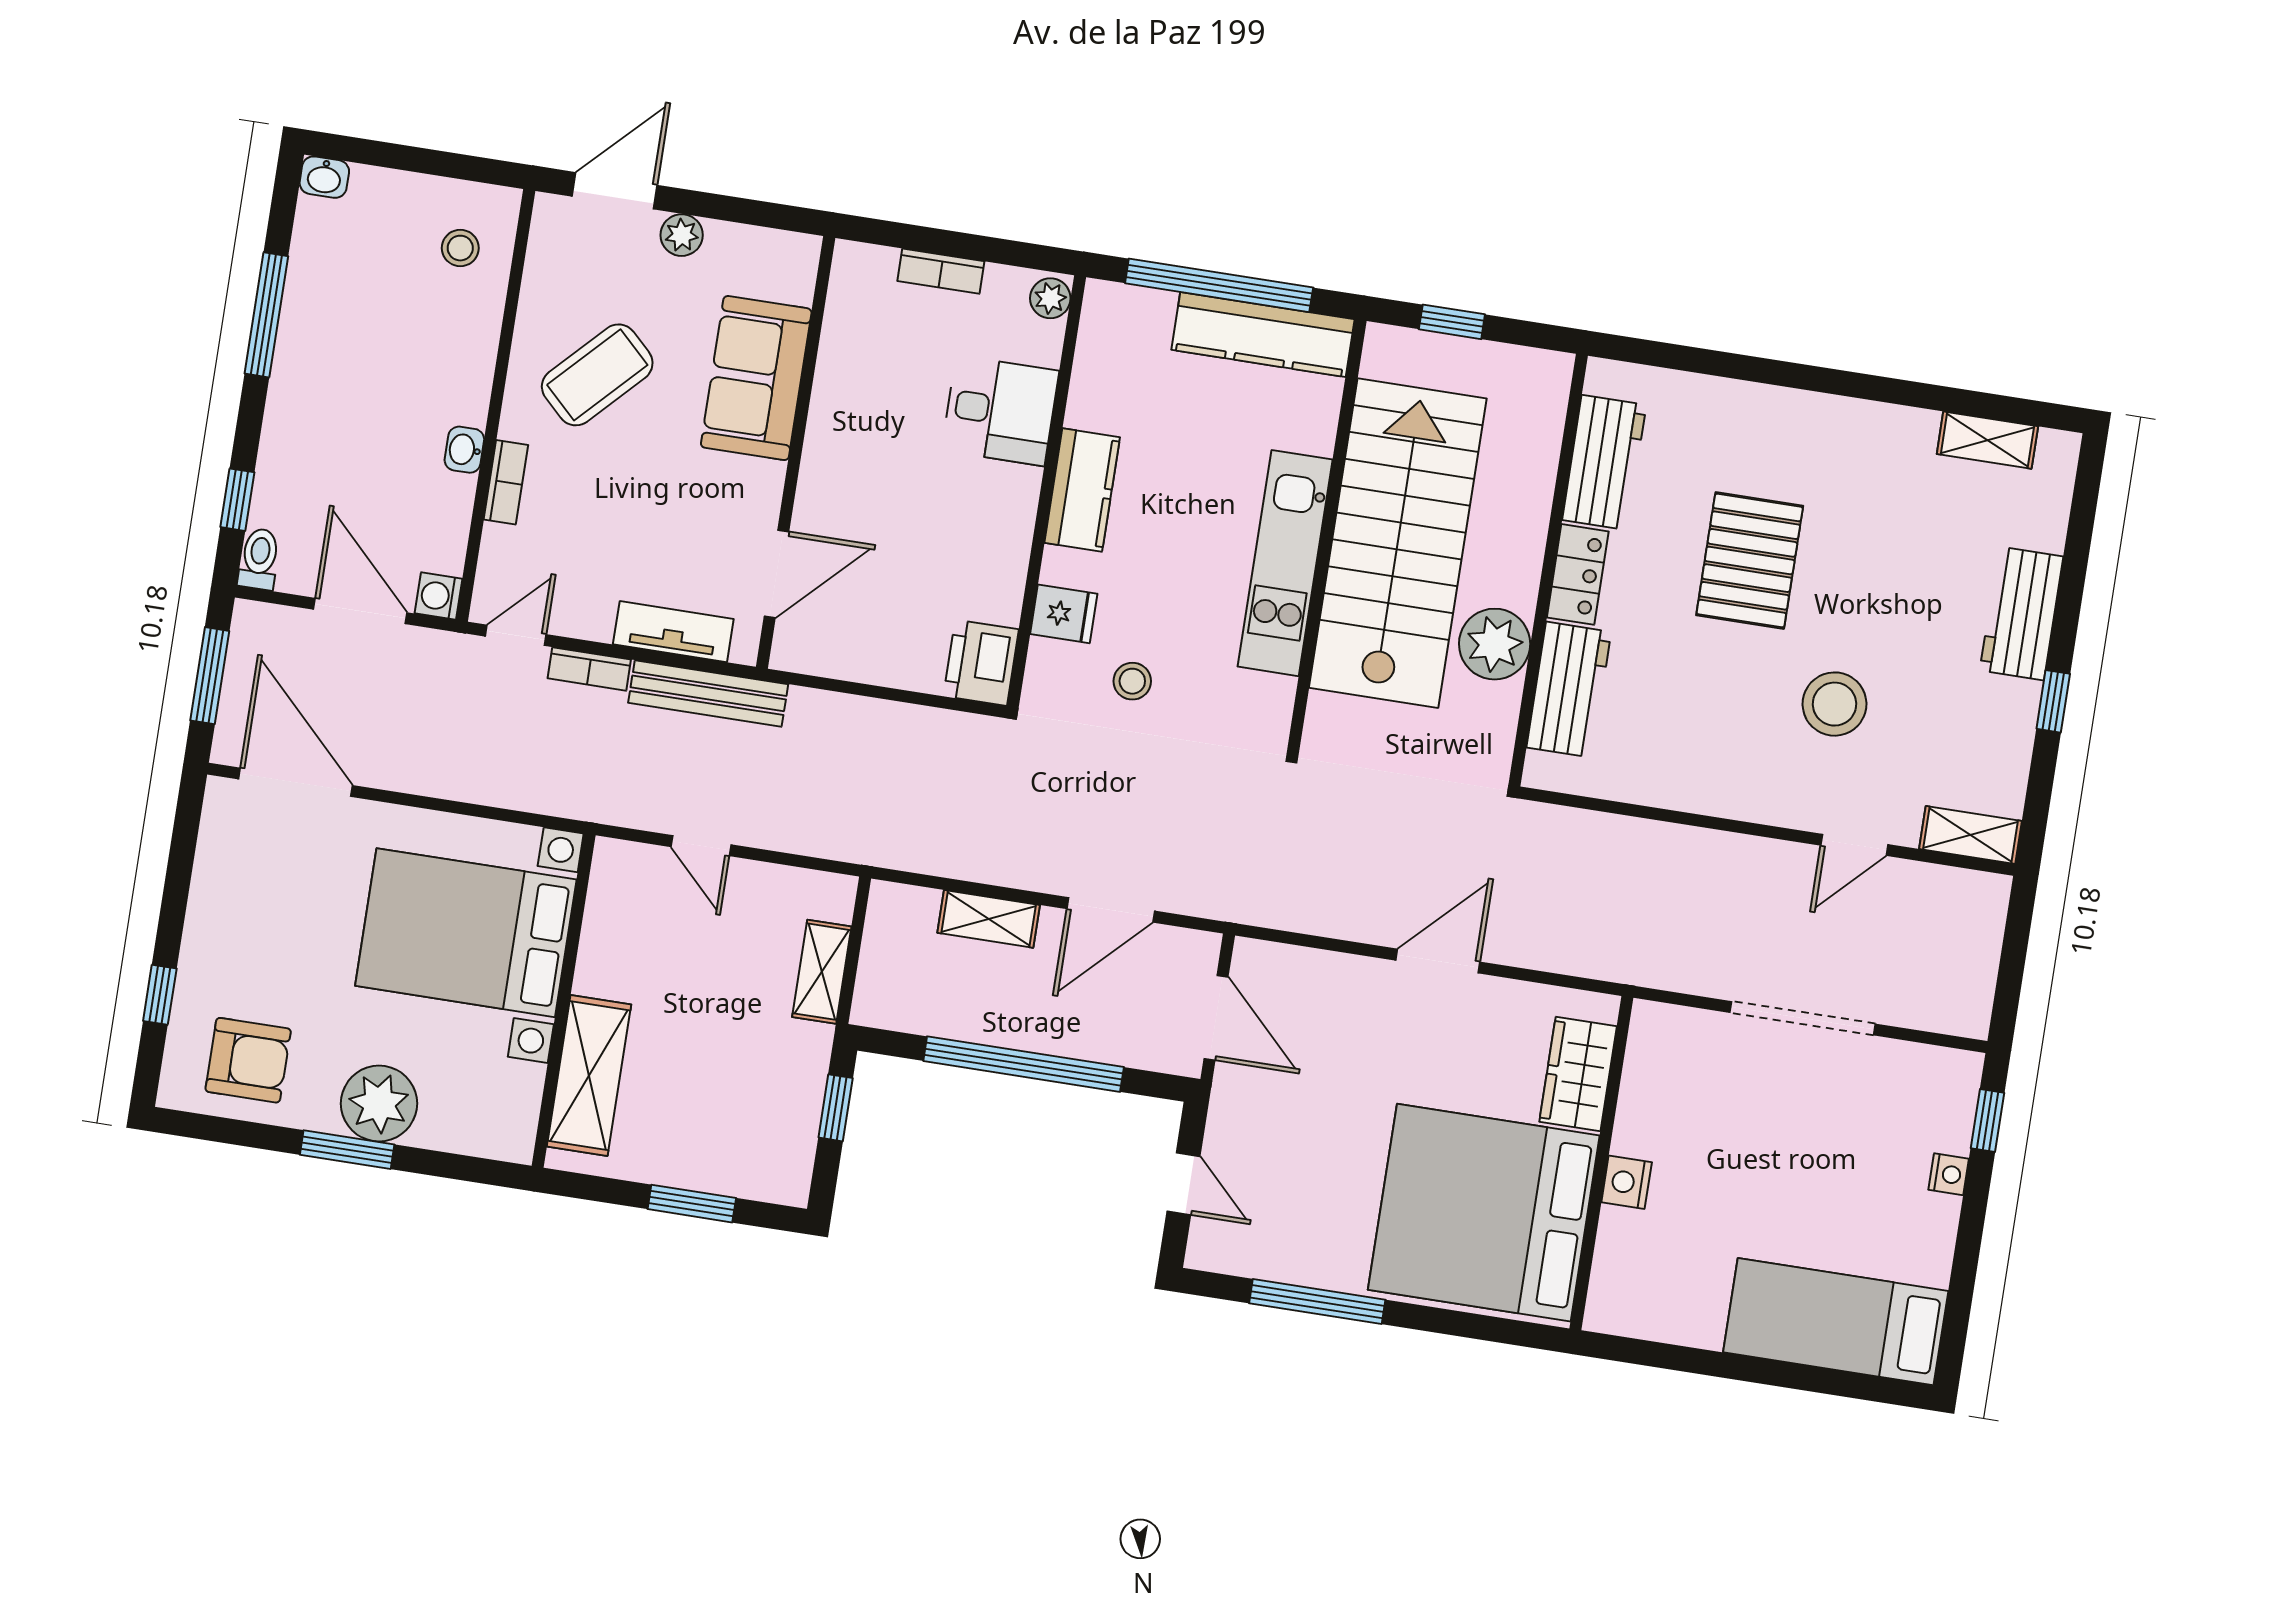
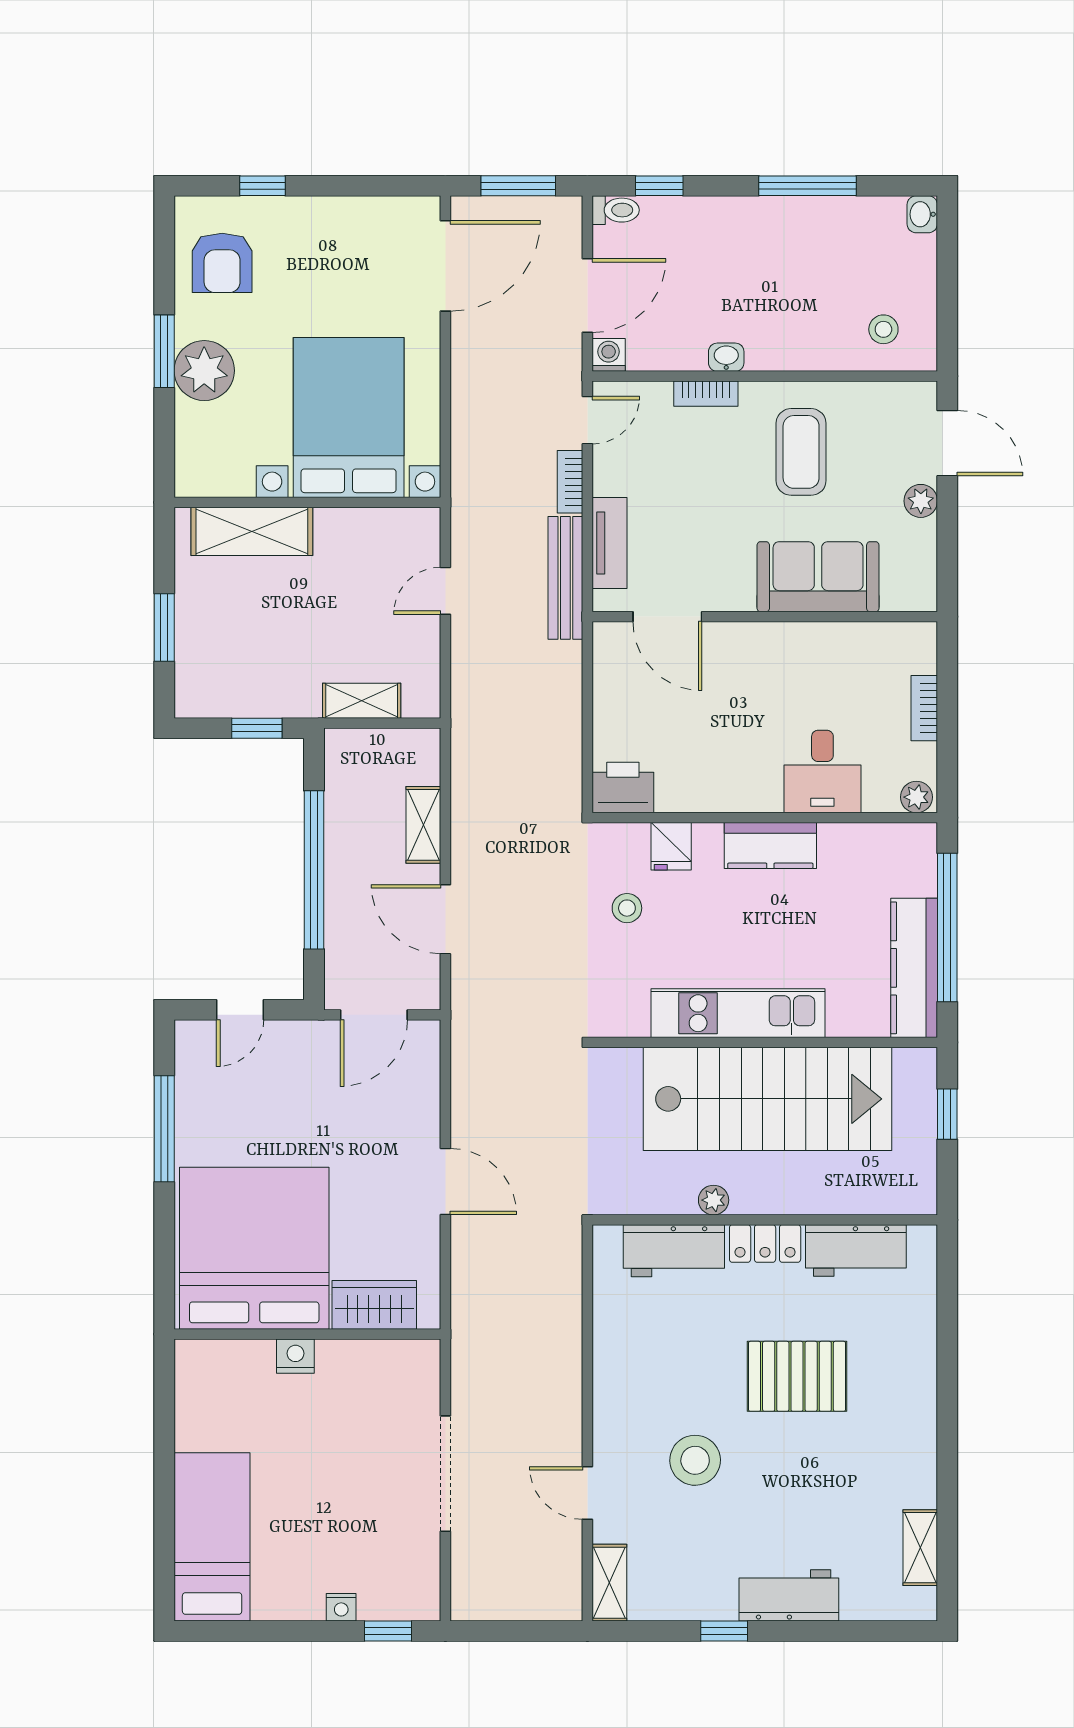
coffee table: (597, 375) -> (801, 452), turned 46
door: (516, 635) -> (587, 420), hinge flipped
plant: (1495, 644) -> (714, 1200), width x0.53, depth x0.53

